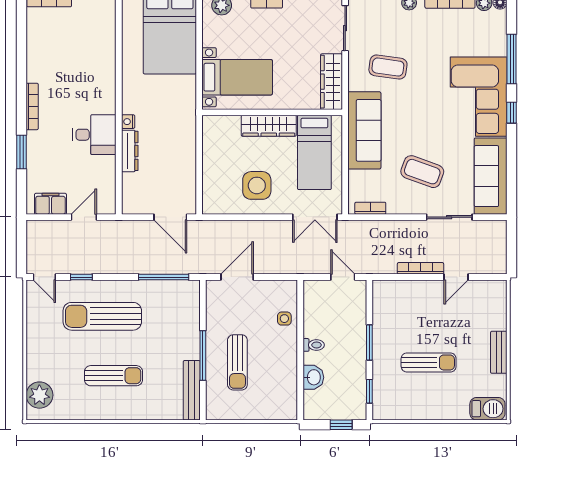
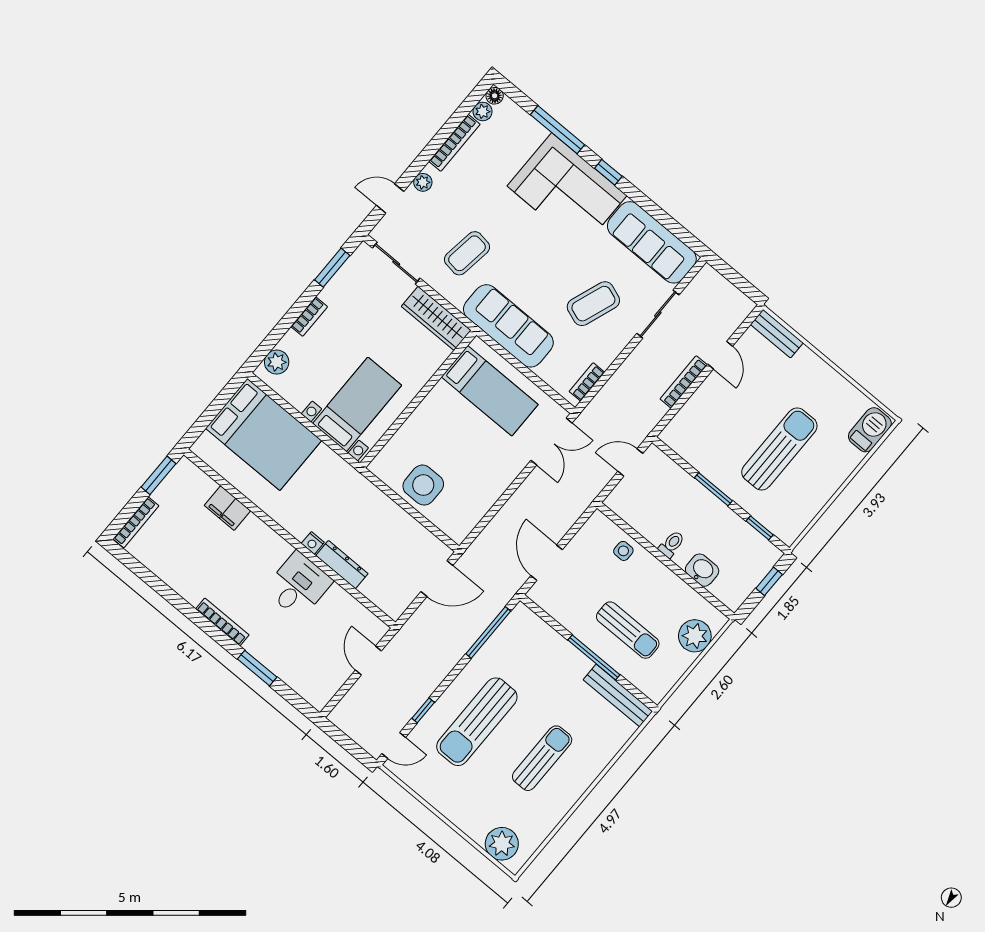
wardrobe: (269, 126) -> (428, 413), removed
side table: (257, 185) -> (423, 485), moved
filing cabinet: (50, 204) -> (227, 508), moved, turned -90
bench: (499, 352) -> (777, 334), moved
sun lounger: (429, 362) -> (779, 449), width x1.36, depth x1.34
plant: (269, 407) -> (695, 636), added

